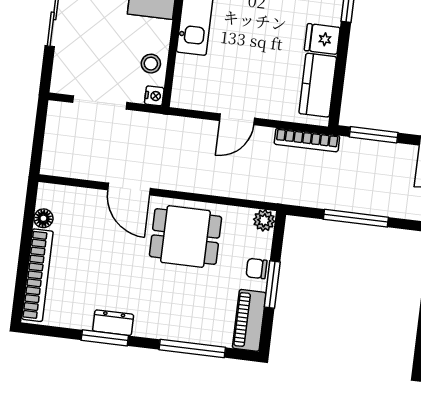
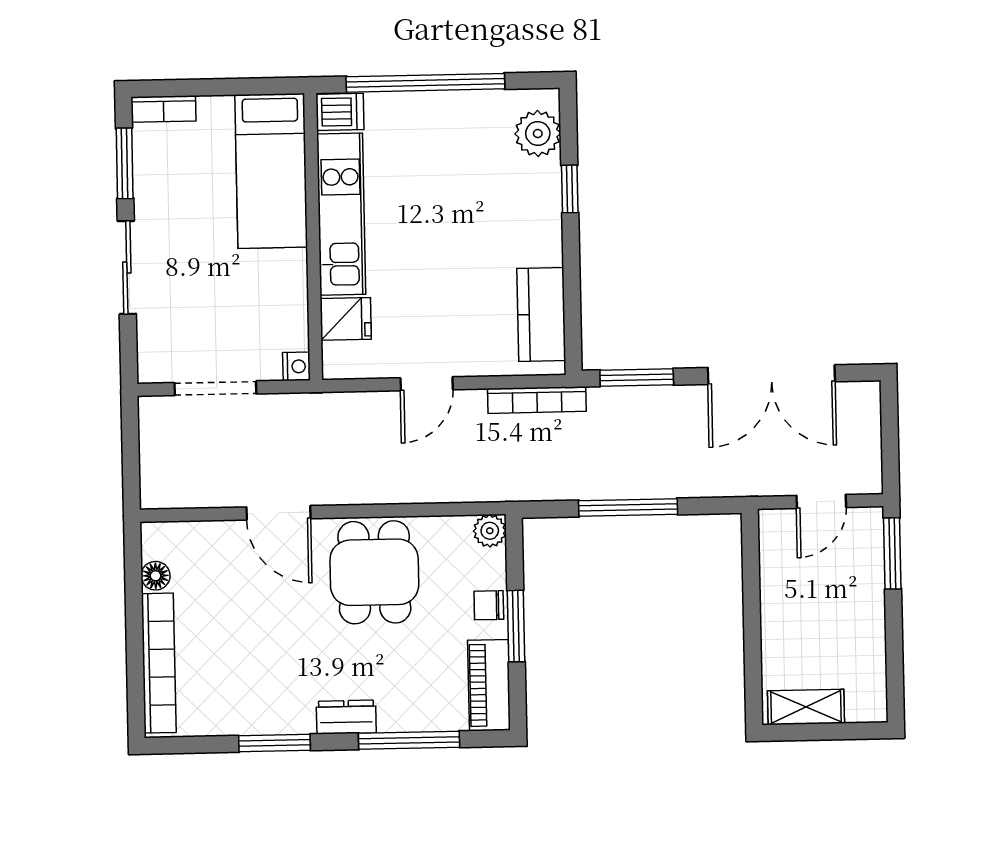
fridge: (322, 39) -> (346, 319), moved, turned 180
stool: (151, 64) -> (284, 318), removed
dining table: (185, 237) -> (374, 572), turned 90
dresser: (113, 323) -> (346, 717), moved

